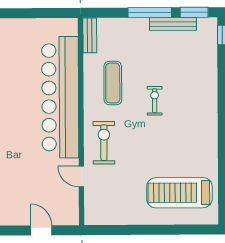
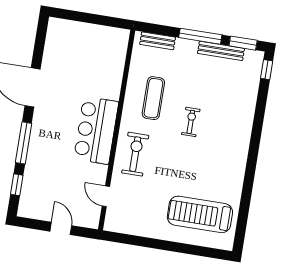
bench: (90, 35) -> (158, 41), moved, turned 90
bar counter: (60, 97) -> (96, 130), width x0.54
door: (81, 176) -> (106, 196), moved

